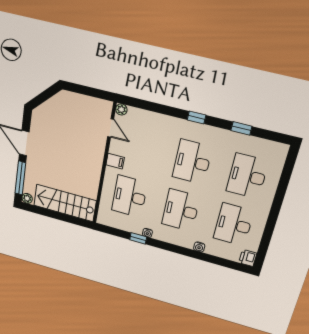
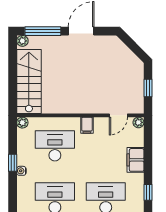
window: (88, 91) -> (148, 88), added
filing cabinet: (160, 122) -> (135, 160), added
plant: (102, 219) -> (22, 123), added

